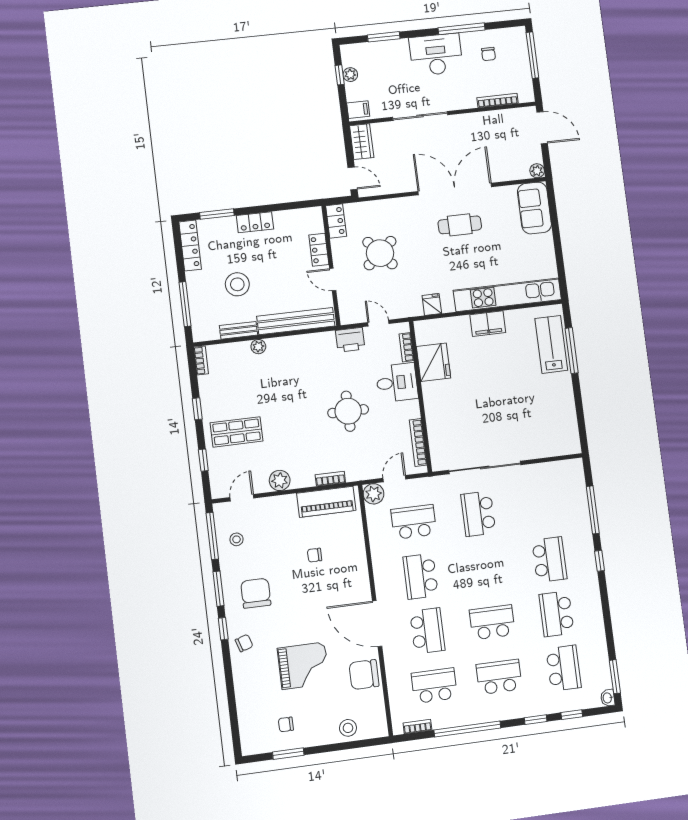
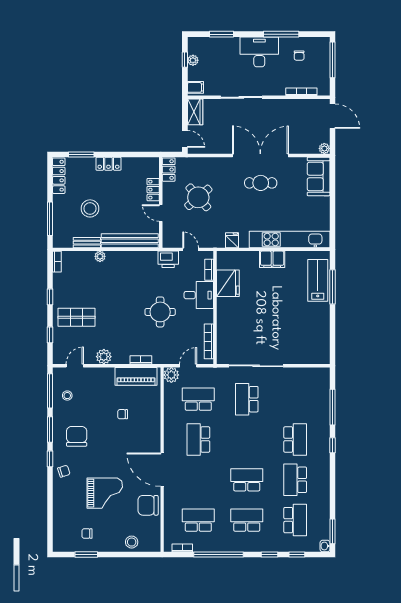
school desk: (427, 631) -> (198, 480), removed

